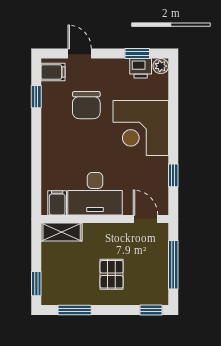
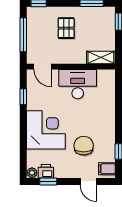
filing cabinet: (57, 203) -> (104, 78), removed

